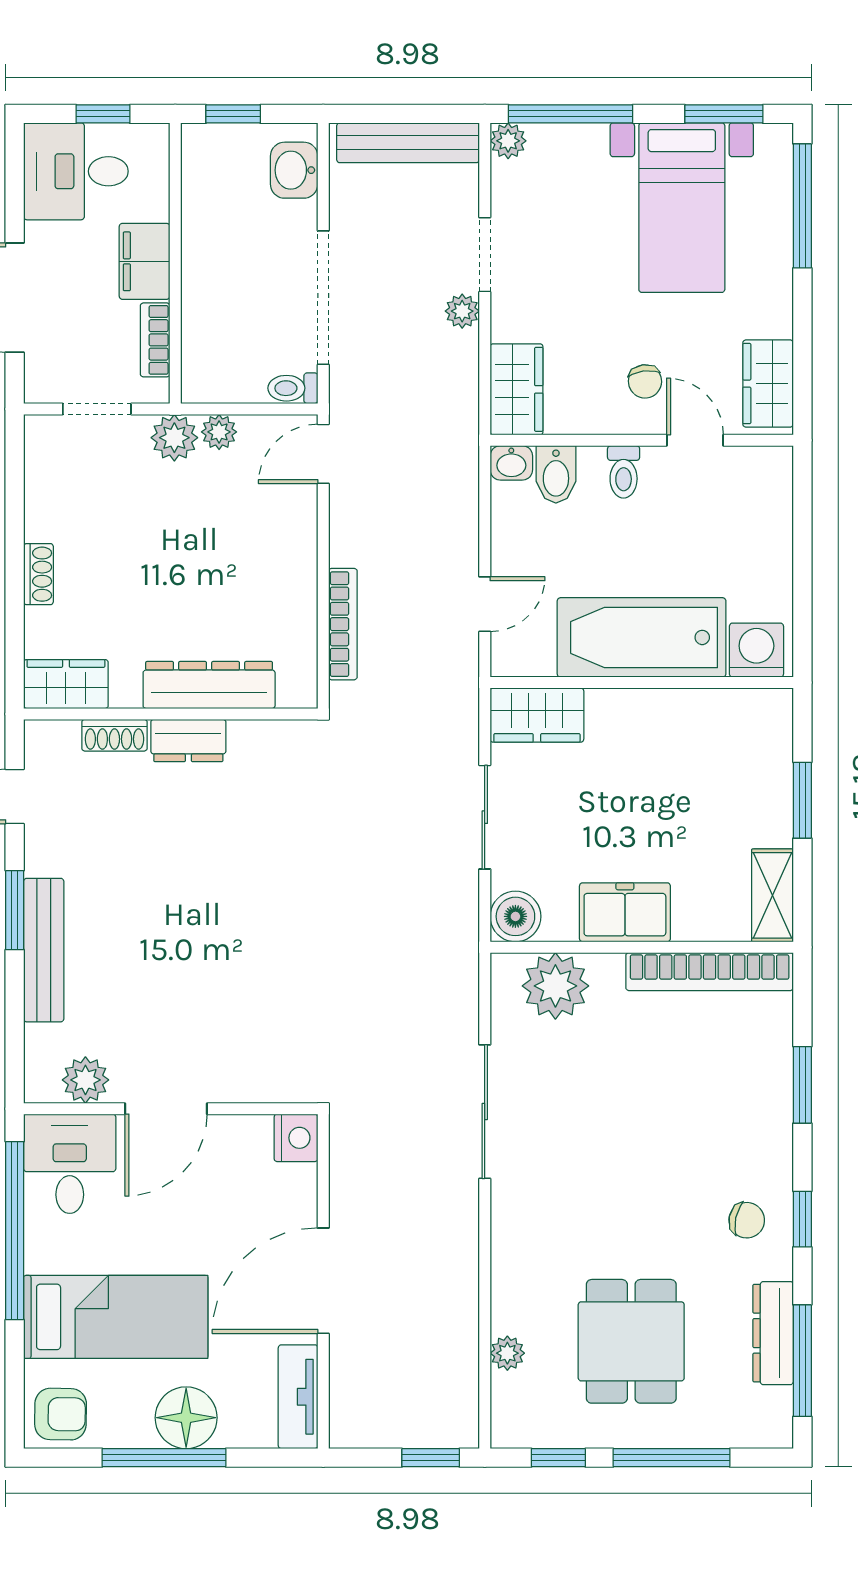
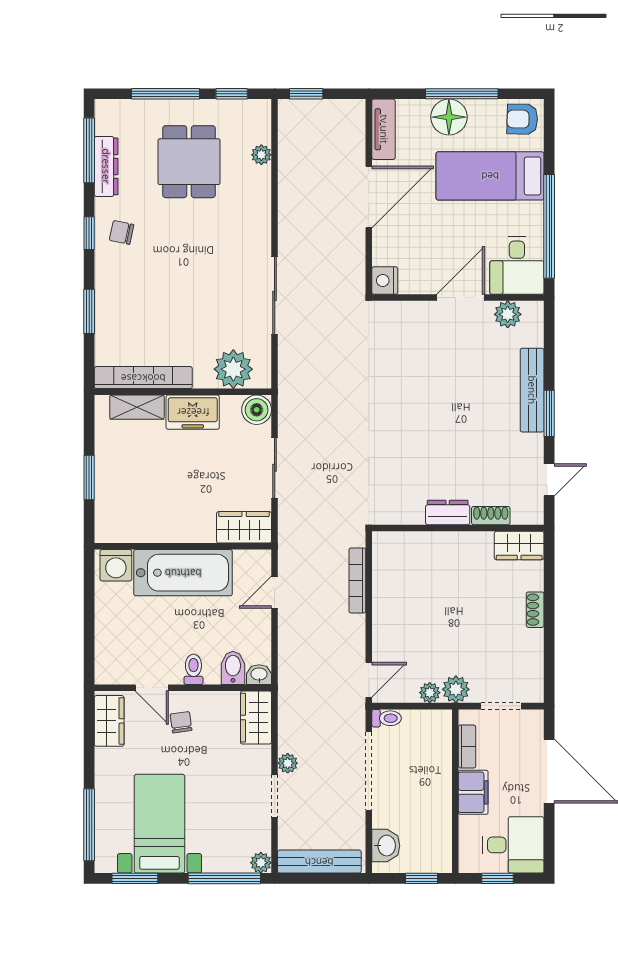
dresser: (209, 685) -> (436, 545), removed
shelving: (772, 895) -> (137, 407), moved, turned 90

